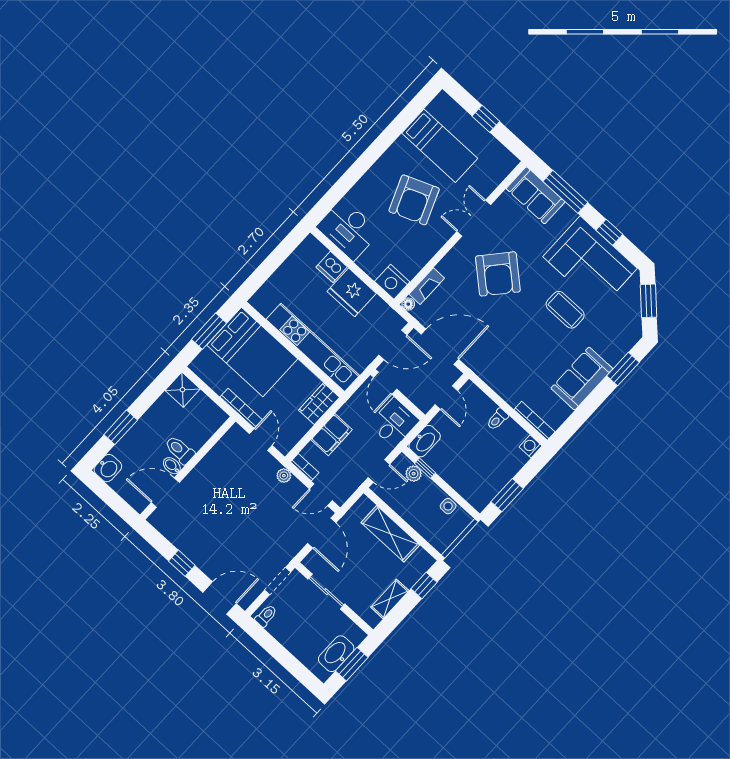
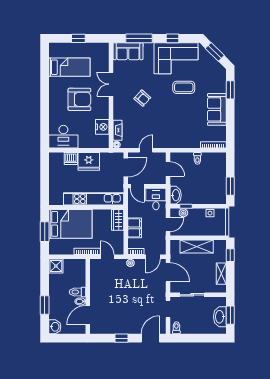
armchair: (414, 200) -> (79, 99), turned -68
armchair: (498, 274) -> (142, 98), width x0.53, depth x0.53
nightstand: (392, 282) -> (102, 127), moved, turned -90
door: (440, 347) -> (146, 150), width x0.53
washing machine: (531, 446) -> (221, 157), removed

